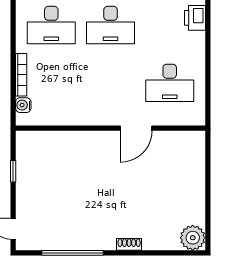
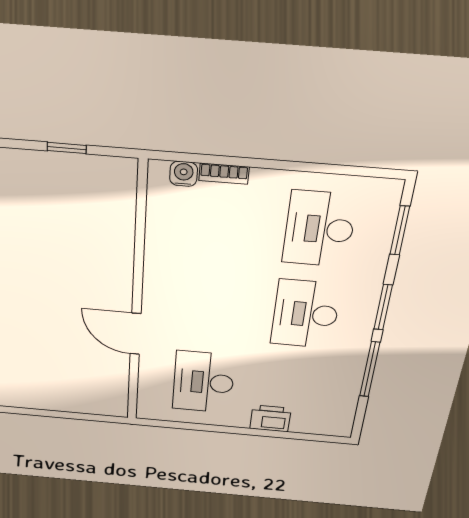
printer: (195, 18) -> (270, 418), moved
bookcase: (21, 75) -> (224, 174), width x0.64

